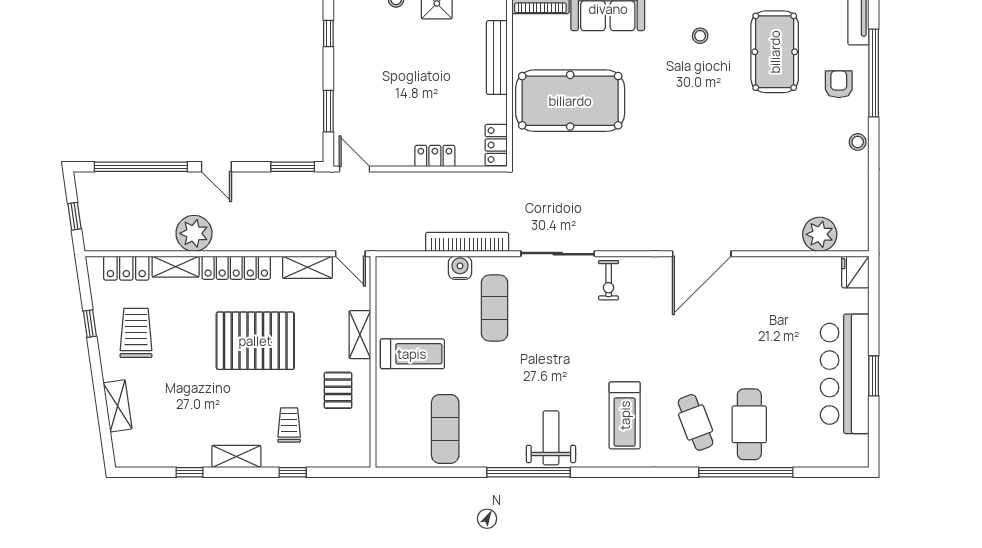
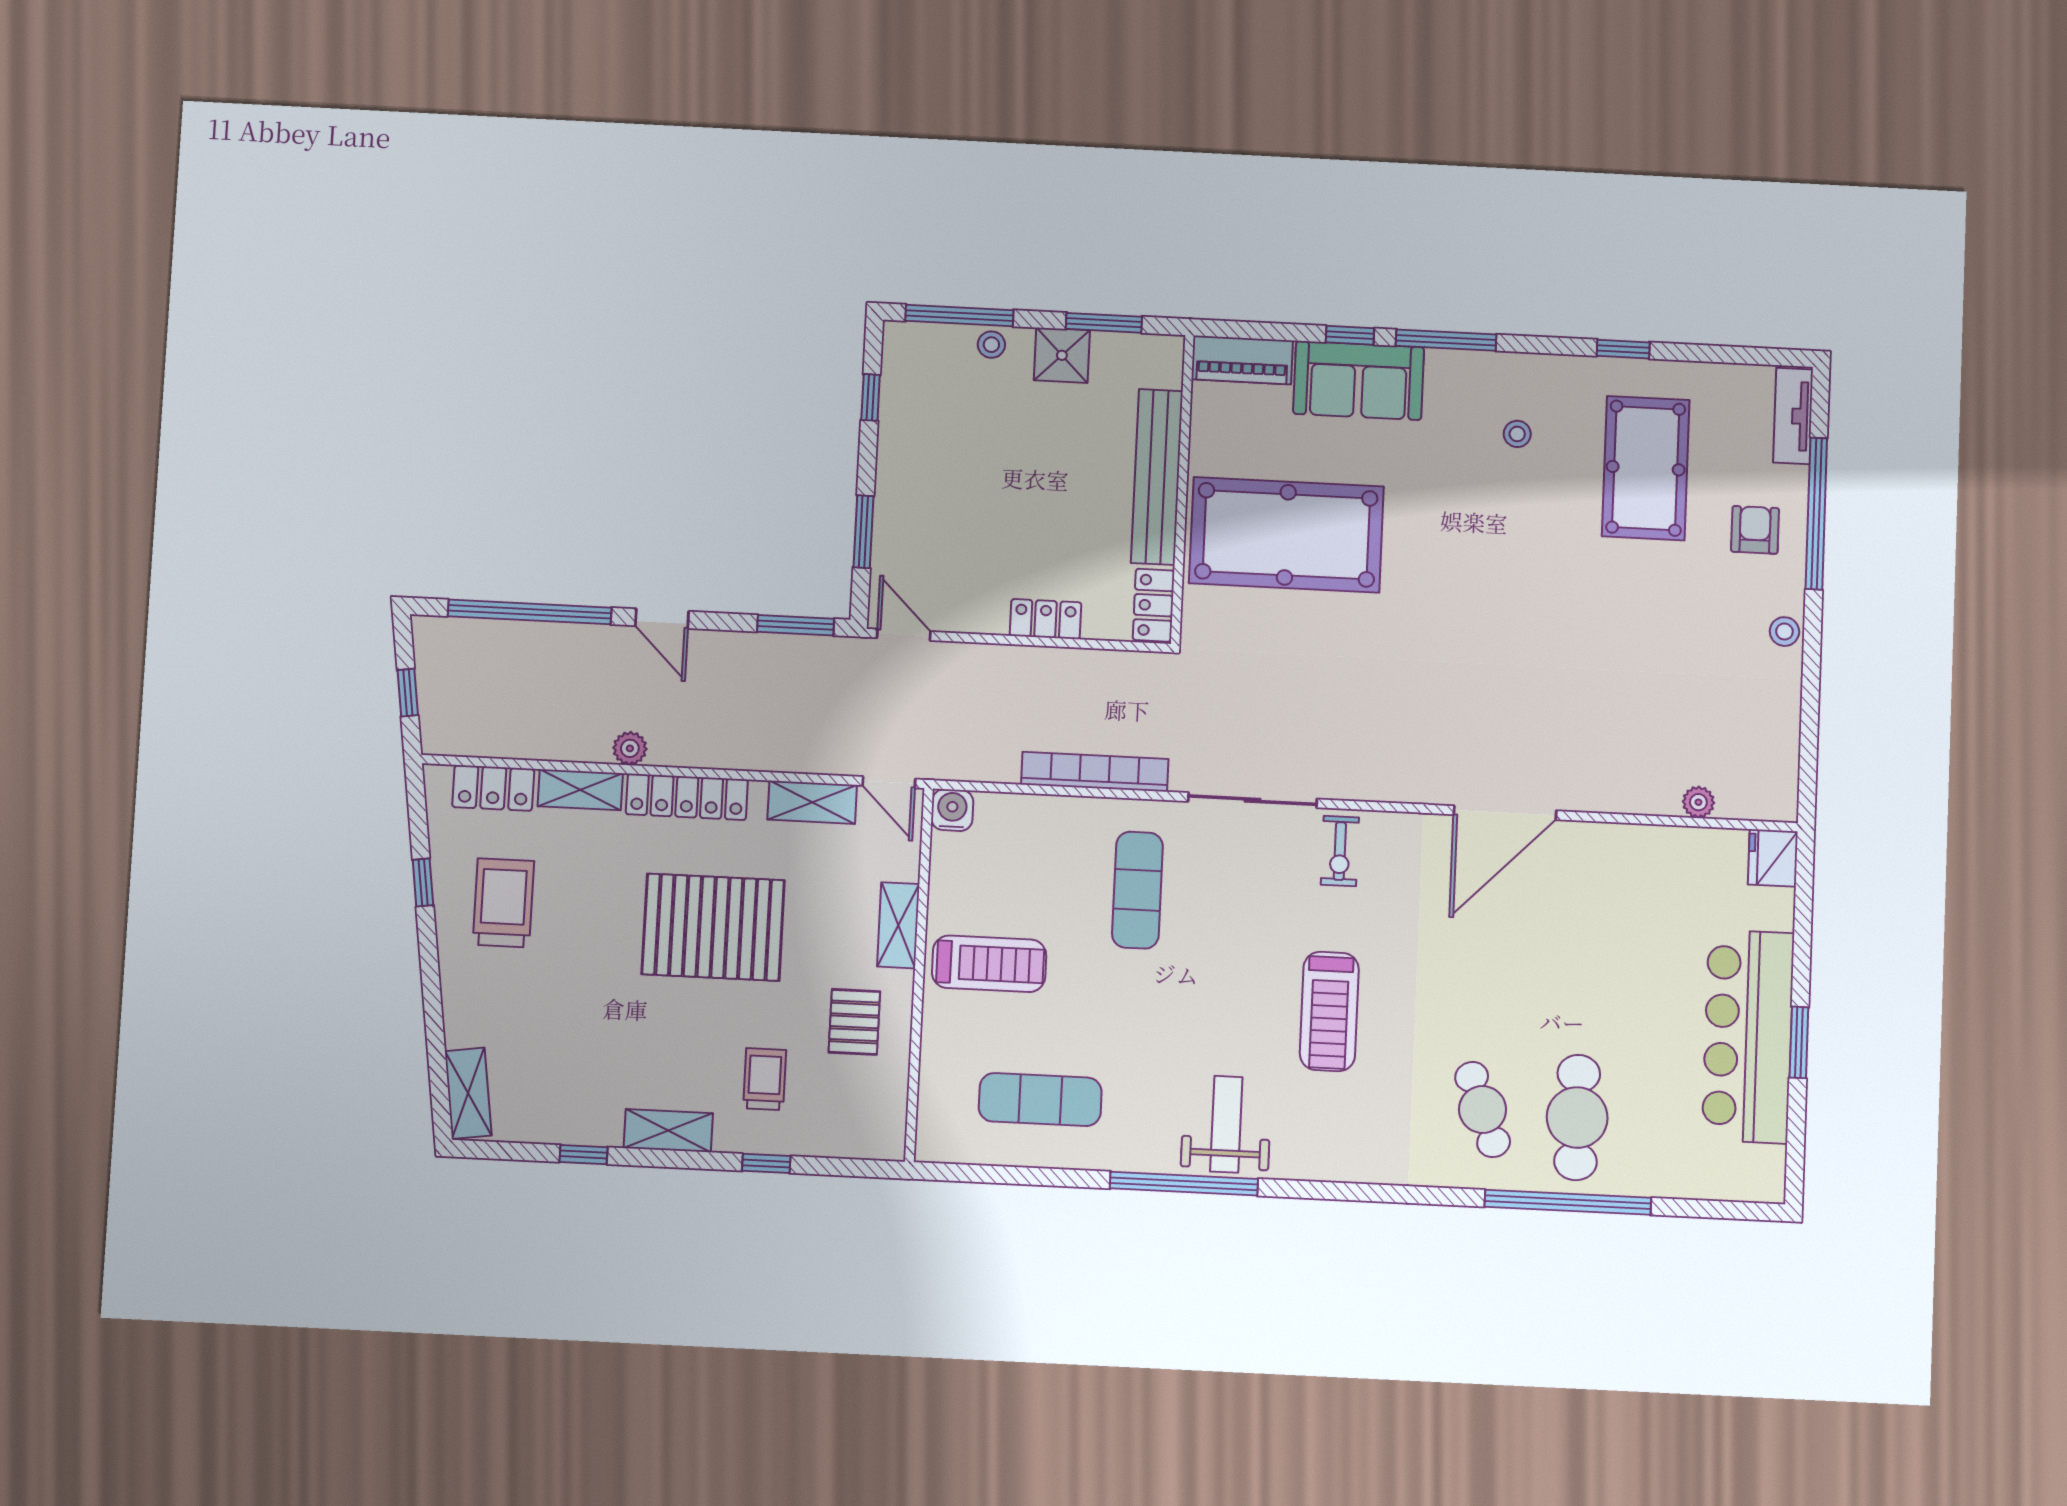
bench: (497, 58) -> (1157, 477), width x1.37, depth x1.21
plant: (194, 233) -> (630, 748), width x0.53, depth x0.53
plant: (820, 234) -> (1698, 802), width x0.53, depth x0.53
water cooler: (460, 268) -> (952, 810), moved
shelving: (118, 406) -> (468, 1093), moved
treadmill: (625, 415) -> (1329, 1011), moved
exercise mat: (445, 429) -> (1040, 1100), turned 90

